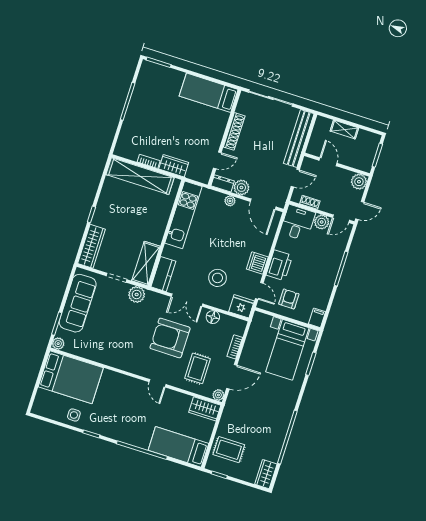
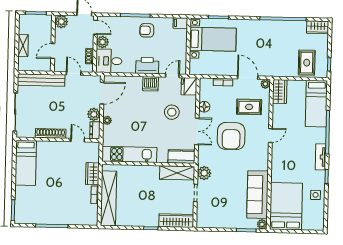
armchair: (289, 299) -> (147, 30), moved
sofa: (78, 303) -> (257, 195), moved, turned -90
tv unit: (116, 434) -> (321, 157), added

